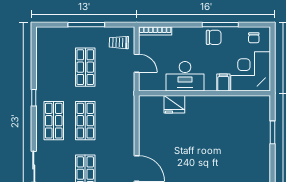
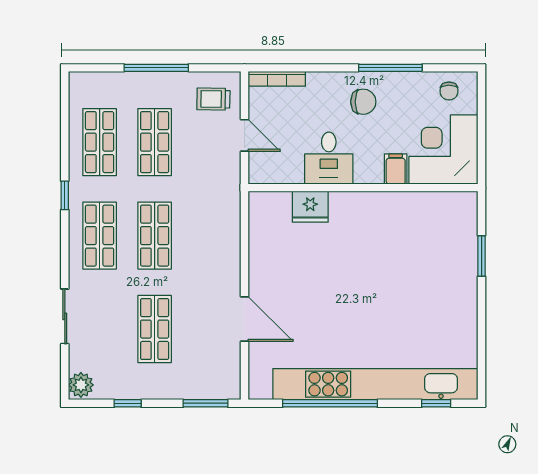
chair: (214, 37) -> (363, 102), moved
shop shelf: (54, 67) -> (100, 142), added
desk: (185, 76) -> (329, 158), width x0.73

